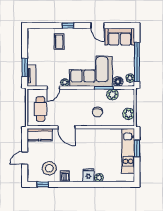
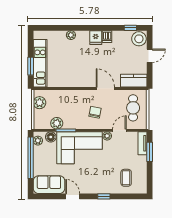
coffee table: (59, 42) -> (126, 178), moved
chair: (97, 112) -> (95, 112), moved
stool: (49, 168) -> (139, 39), moved
fridge: (88, 175) -> (96, 38), moved

